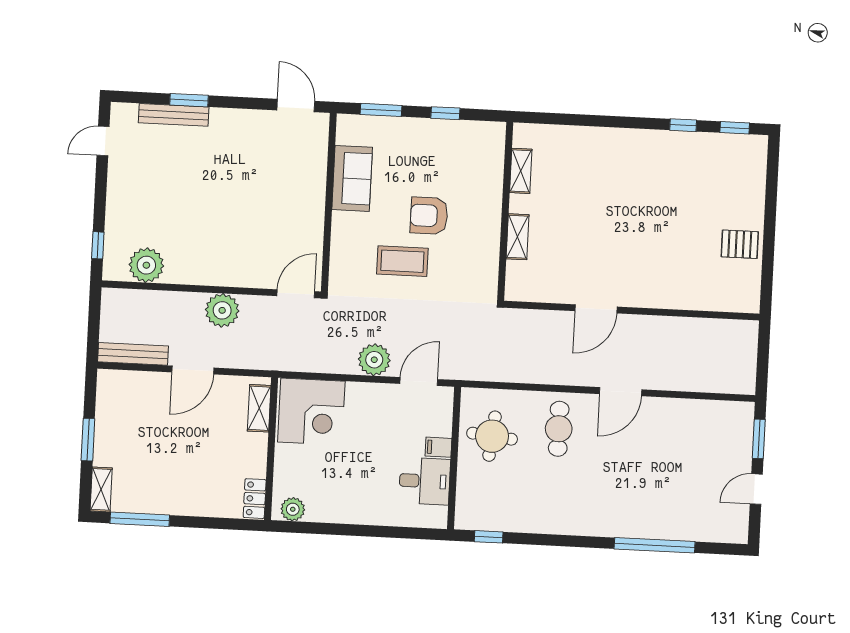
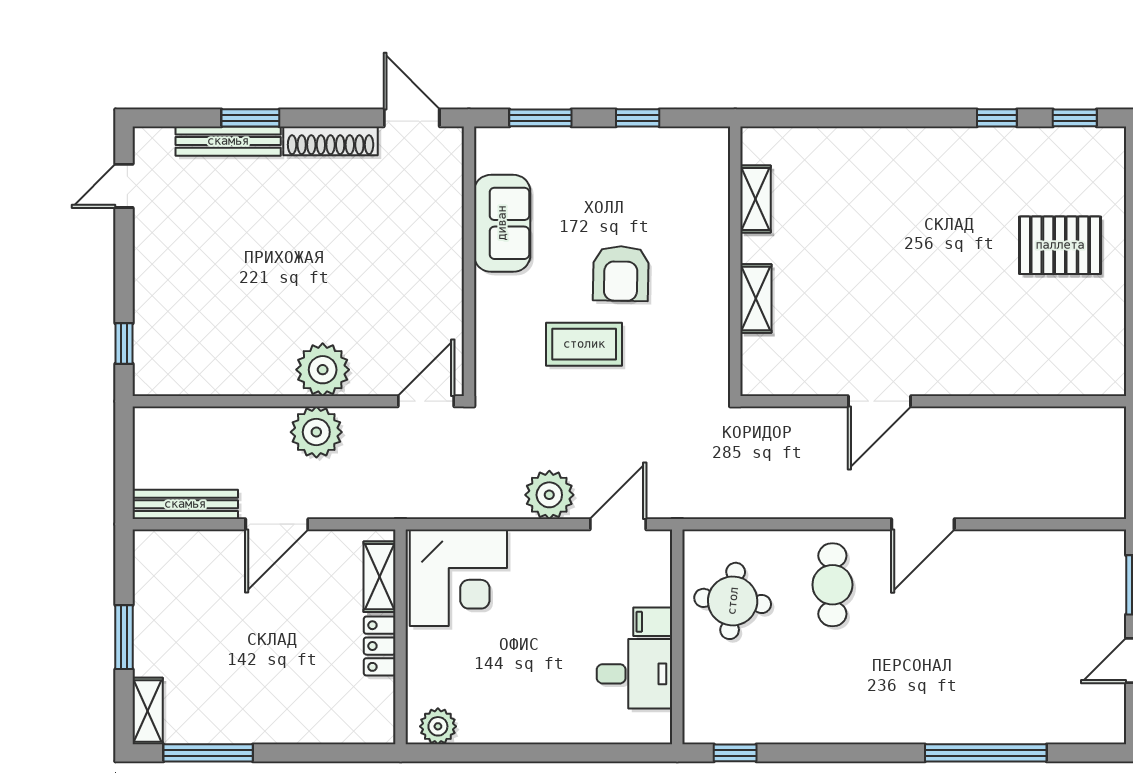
shoe rack: (241, 118) -> (331, 141), added
armchair: (429, 216) -> (621, 273), turned -89
pallet: (740, 244) -> (1060, 245), moved, width x1.50, depth x1.42
plant: (146, 265) -> (323, 370), moved
locker: (255, 499) -> (380, 646), moved

